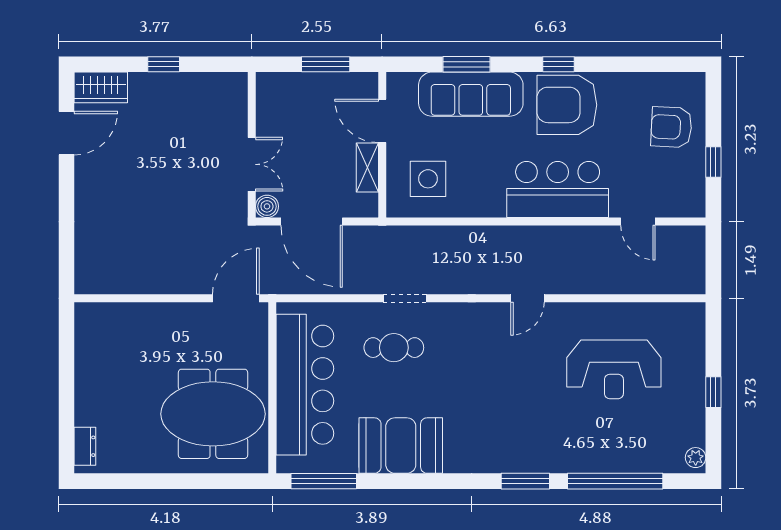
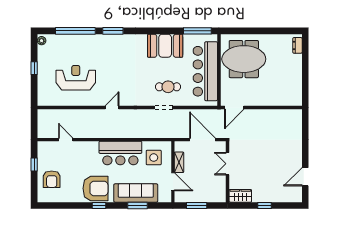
wardrobe: (101, 87) -> (240, 196), moved
armchair: (671, 127) -> (52, 179), turned 87
bar counter: (558, 190) -> (120, 153), moved
boiler: (267, 206) -> (221, 146), removed

